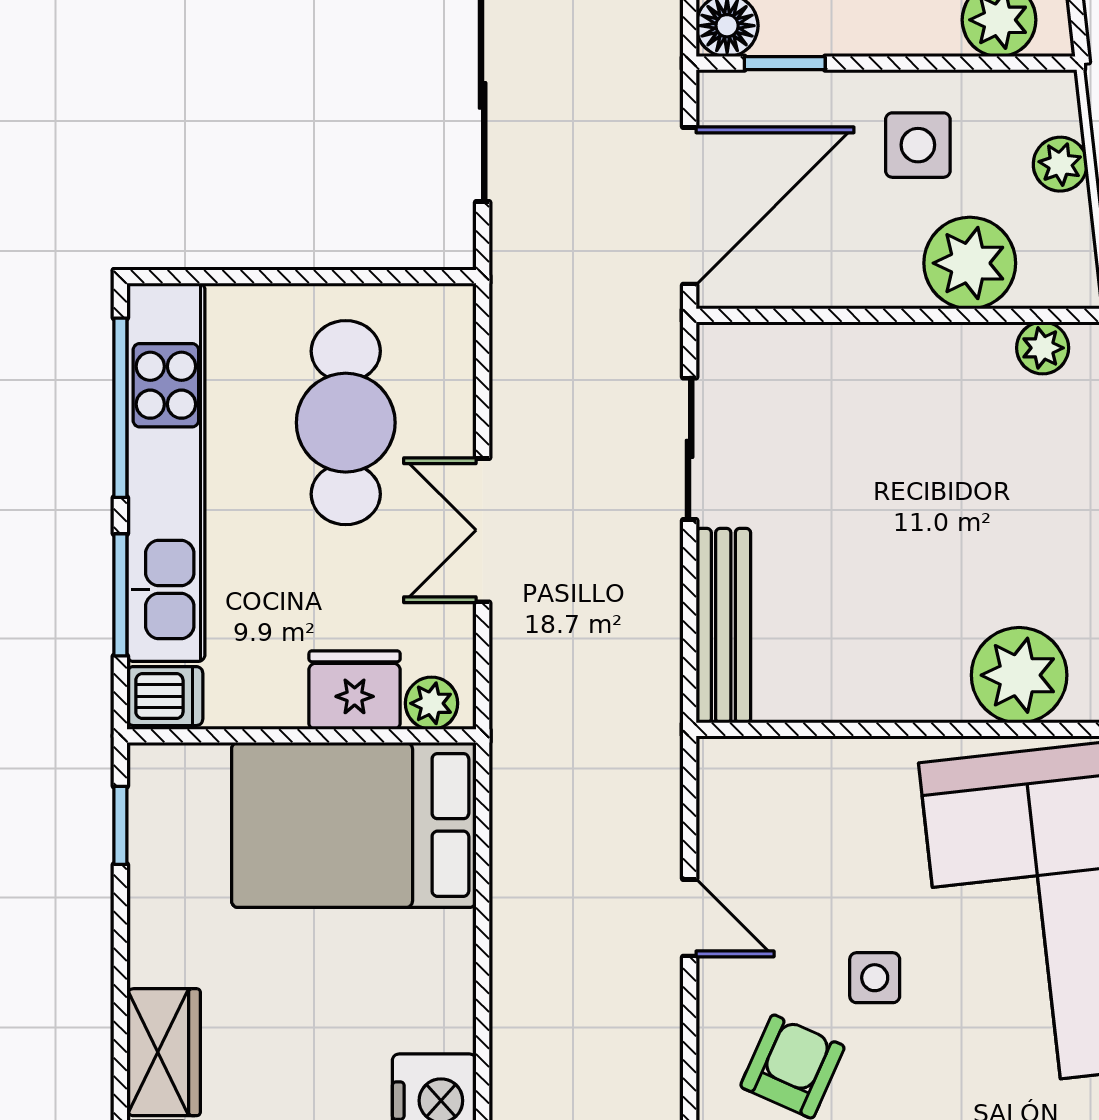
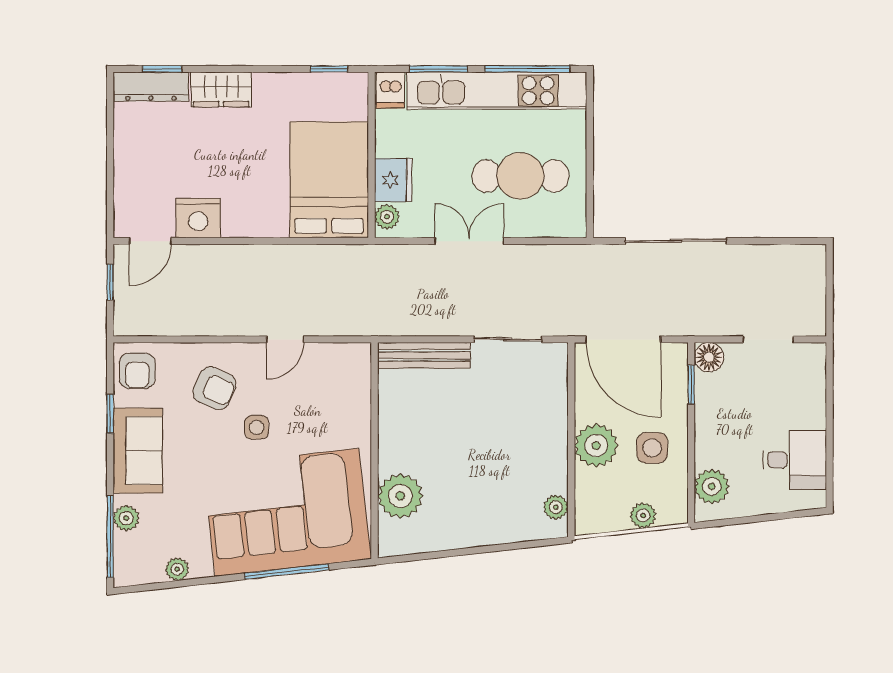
plant: (970, 263) -> (596, 446), moved

